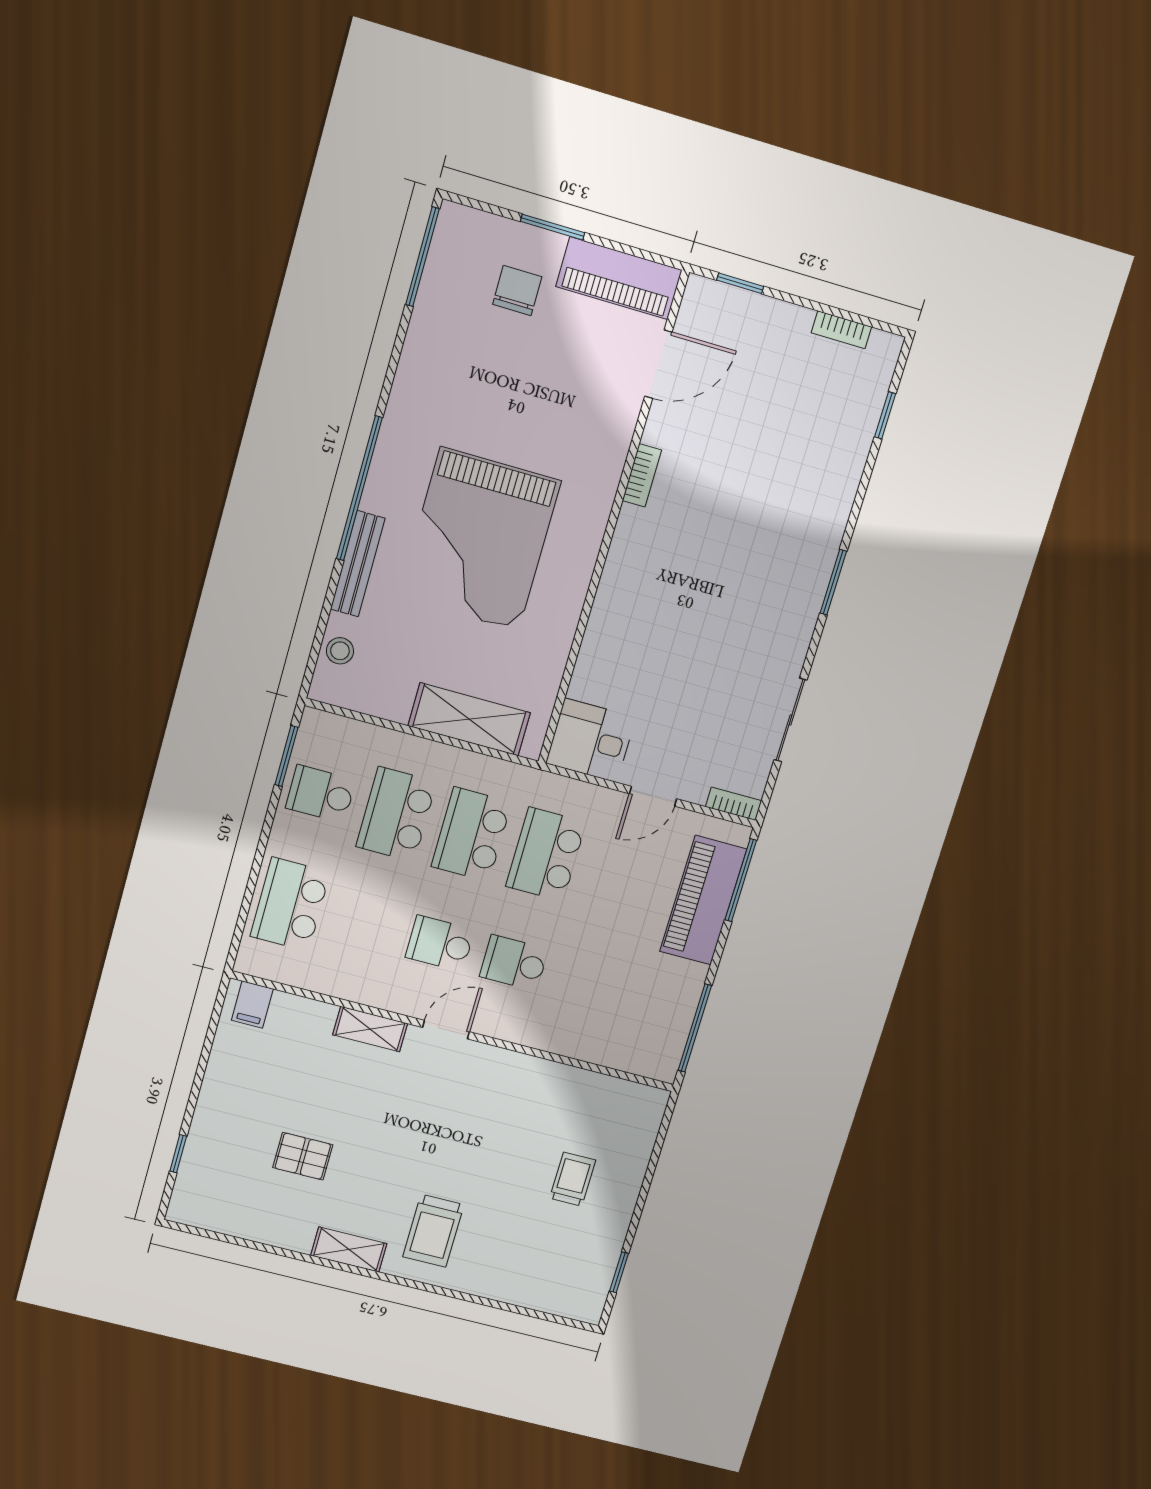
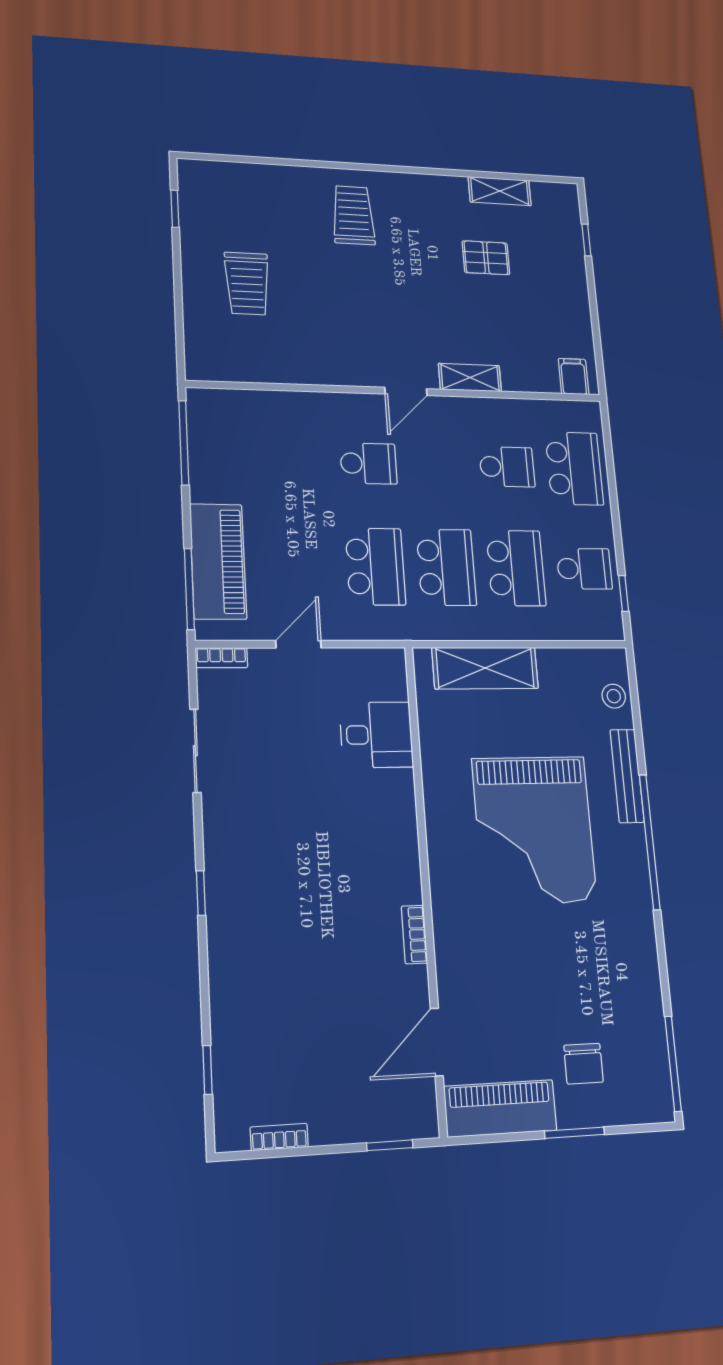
grand piano: (480, 539) -> (534, 830), turned 180
window: (833, 582) -> (201, 893), width x0.67
desk: (591, 740) -> (376, 735), moved
window: (286, 756) -> (624, 594), width x0.67
school desk: (440, 943) -> (507, 467), moved
trolley: (573, 1179) -> (247, 284), width x1.36, depth x1.39
shelving: (349, 1250) -> (500, 191), moved

